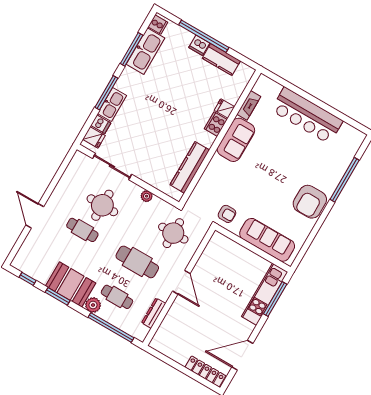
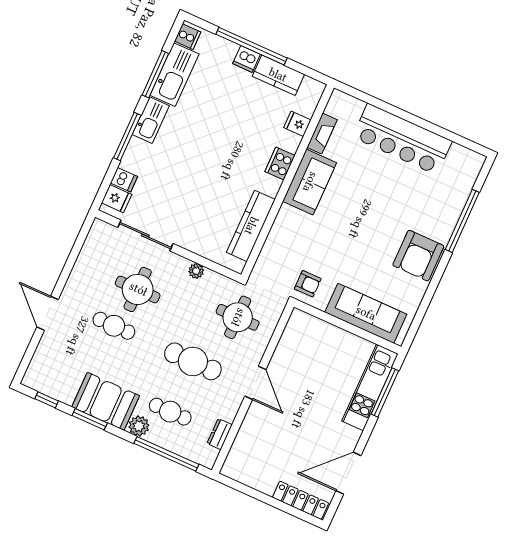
kitchen sink: (112, 105) -> (151, 120), moved
fridge: (224, 108) -> (297, 124), moved
dresser: (154, 313) -> (220, 434), width x0.70

